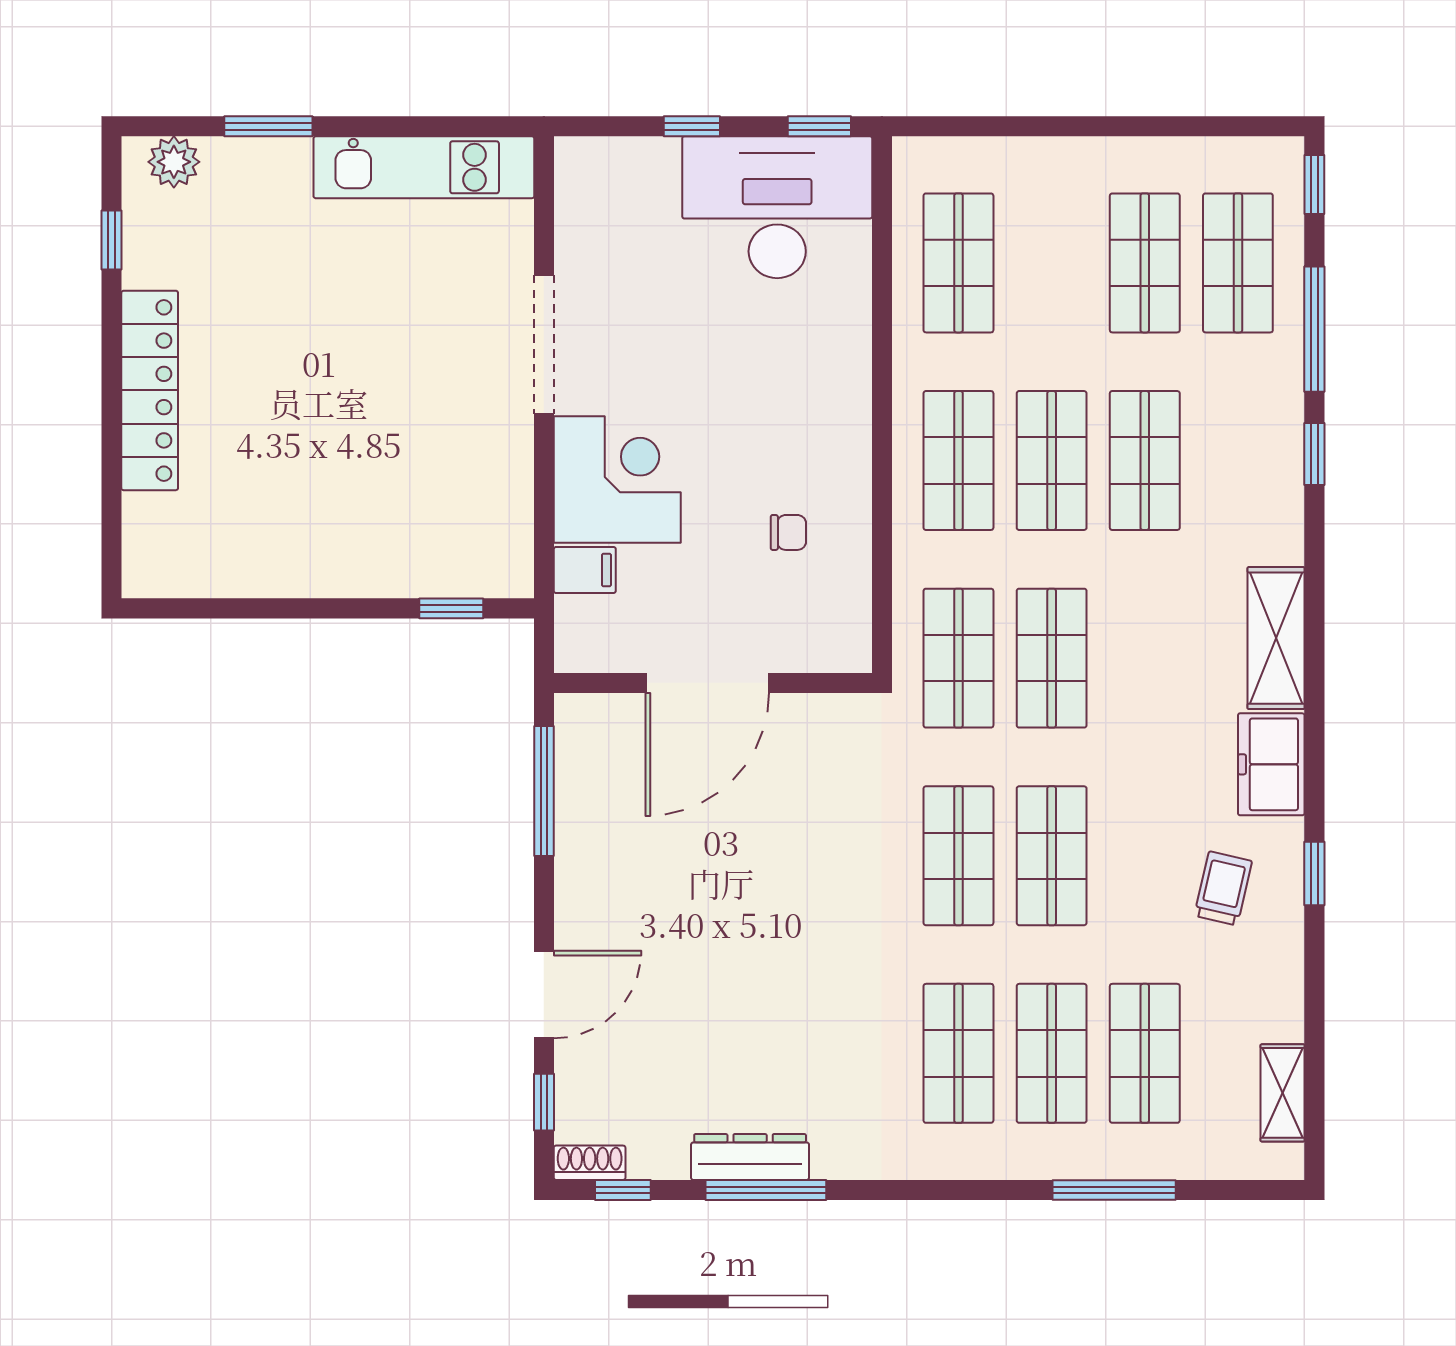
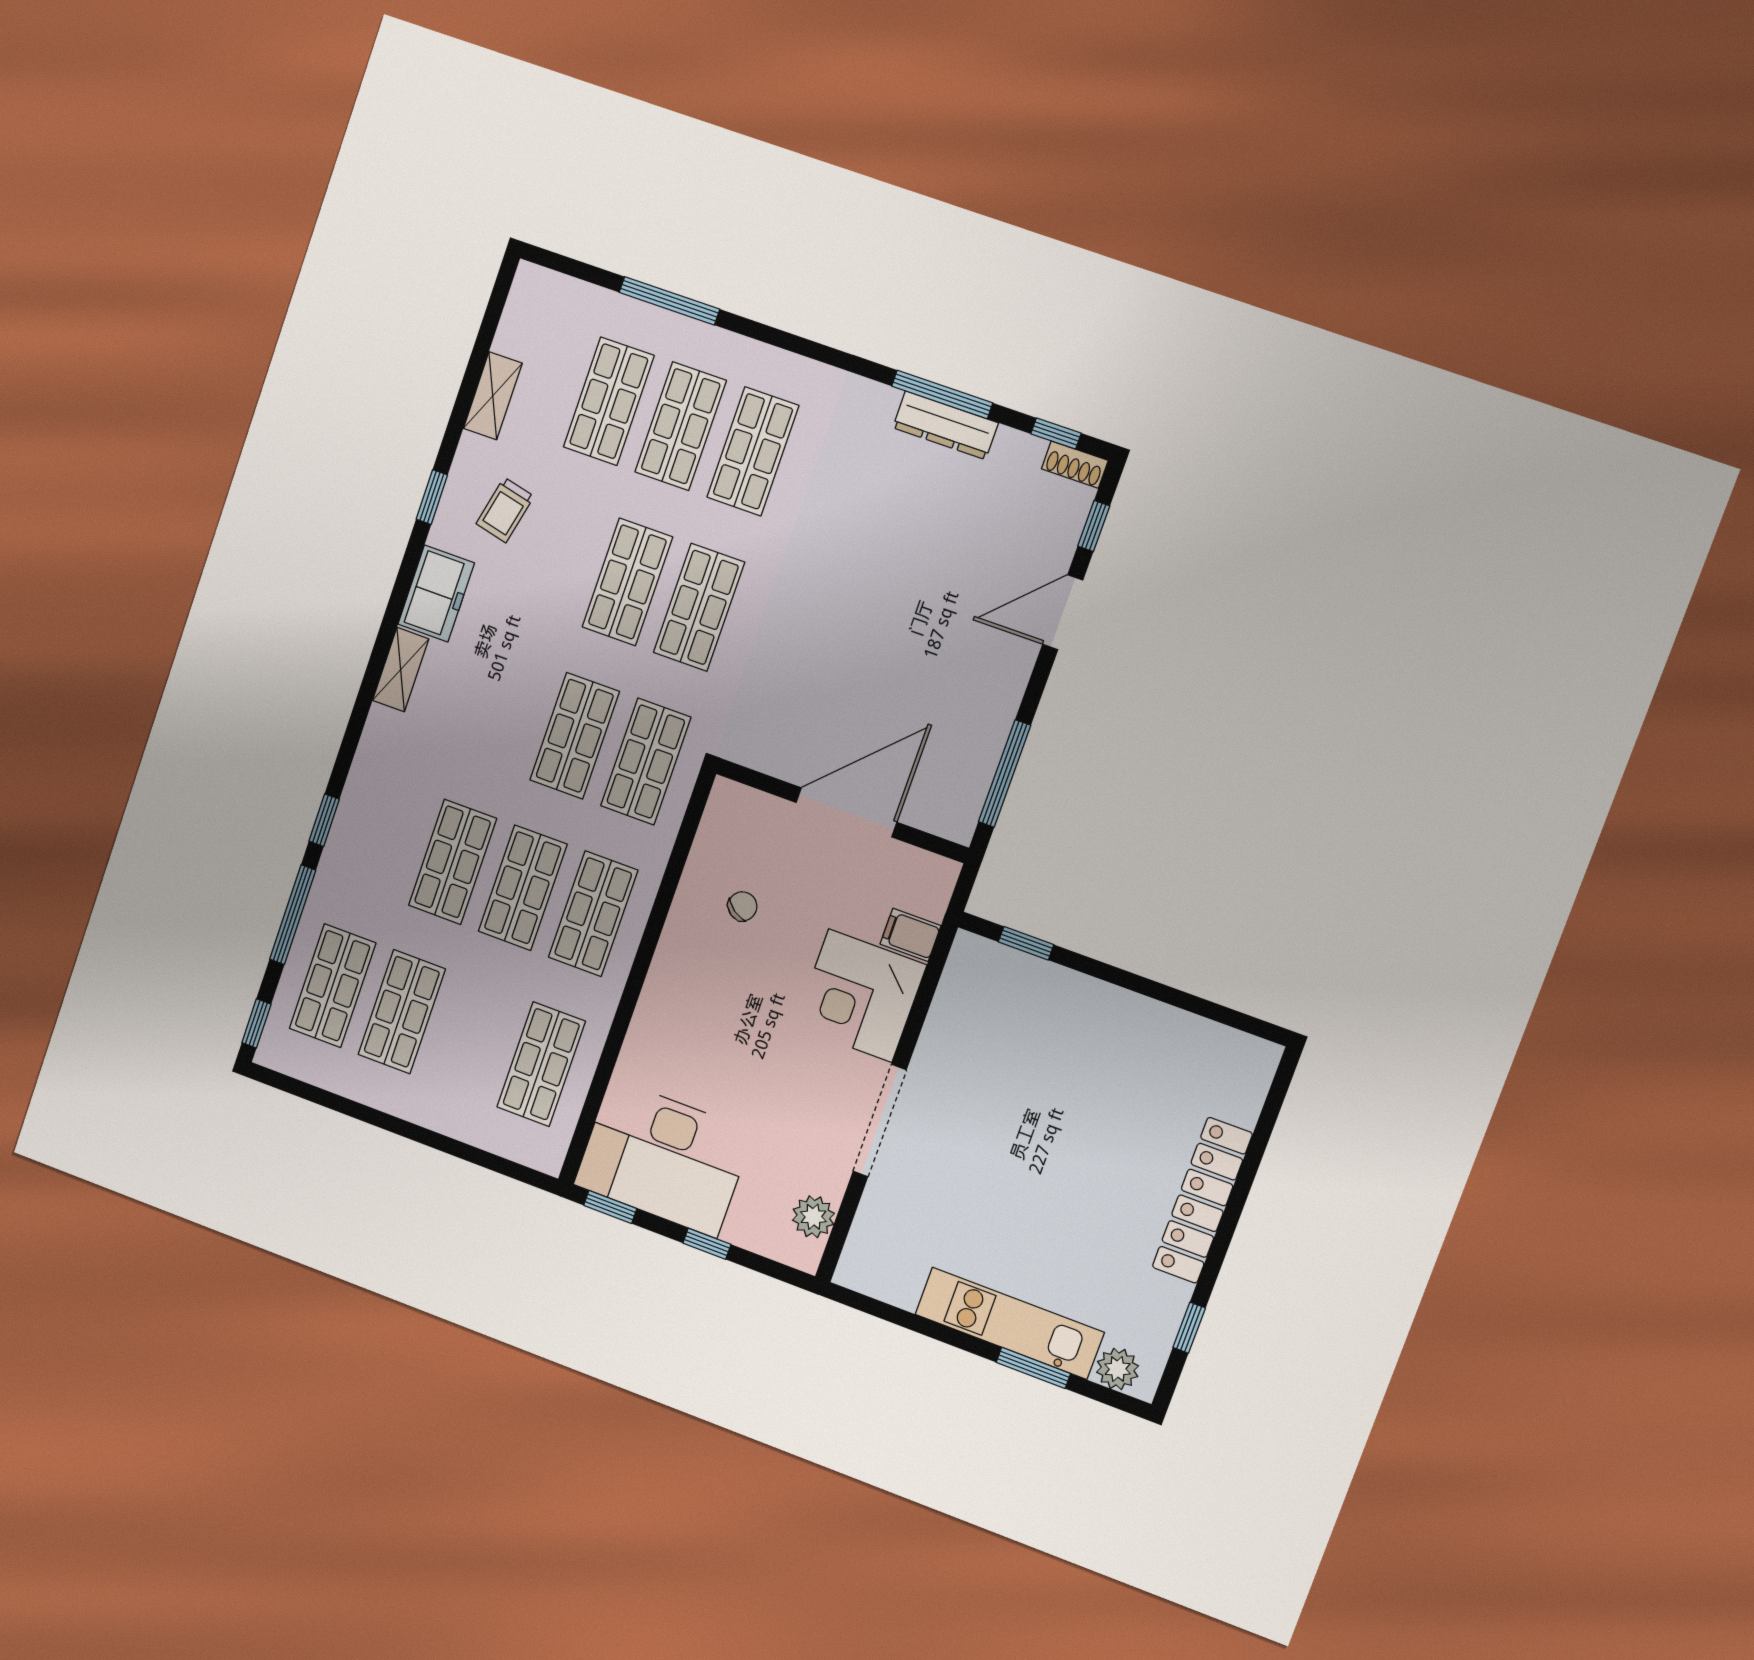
kitchen unit: (424, 167) -> (1009, 1323), moved
plant: (580, 205) -> (813, 1217), added
chair: (788, 532) -> (742, 906), turned 125
shelving: (1276, 638) -> (401, 670), width x0.67, depth x0.75
shelving: (1283, 1093) -> (493, 396), moved

